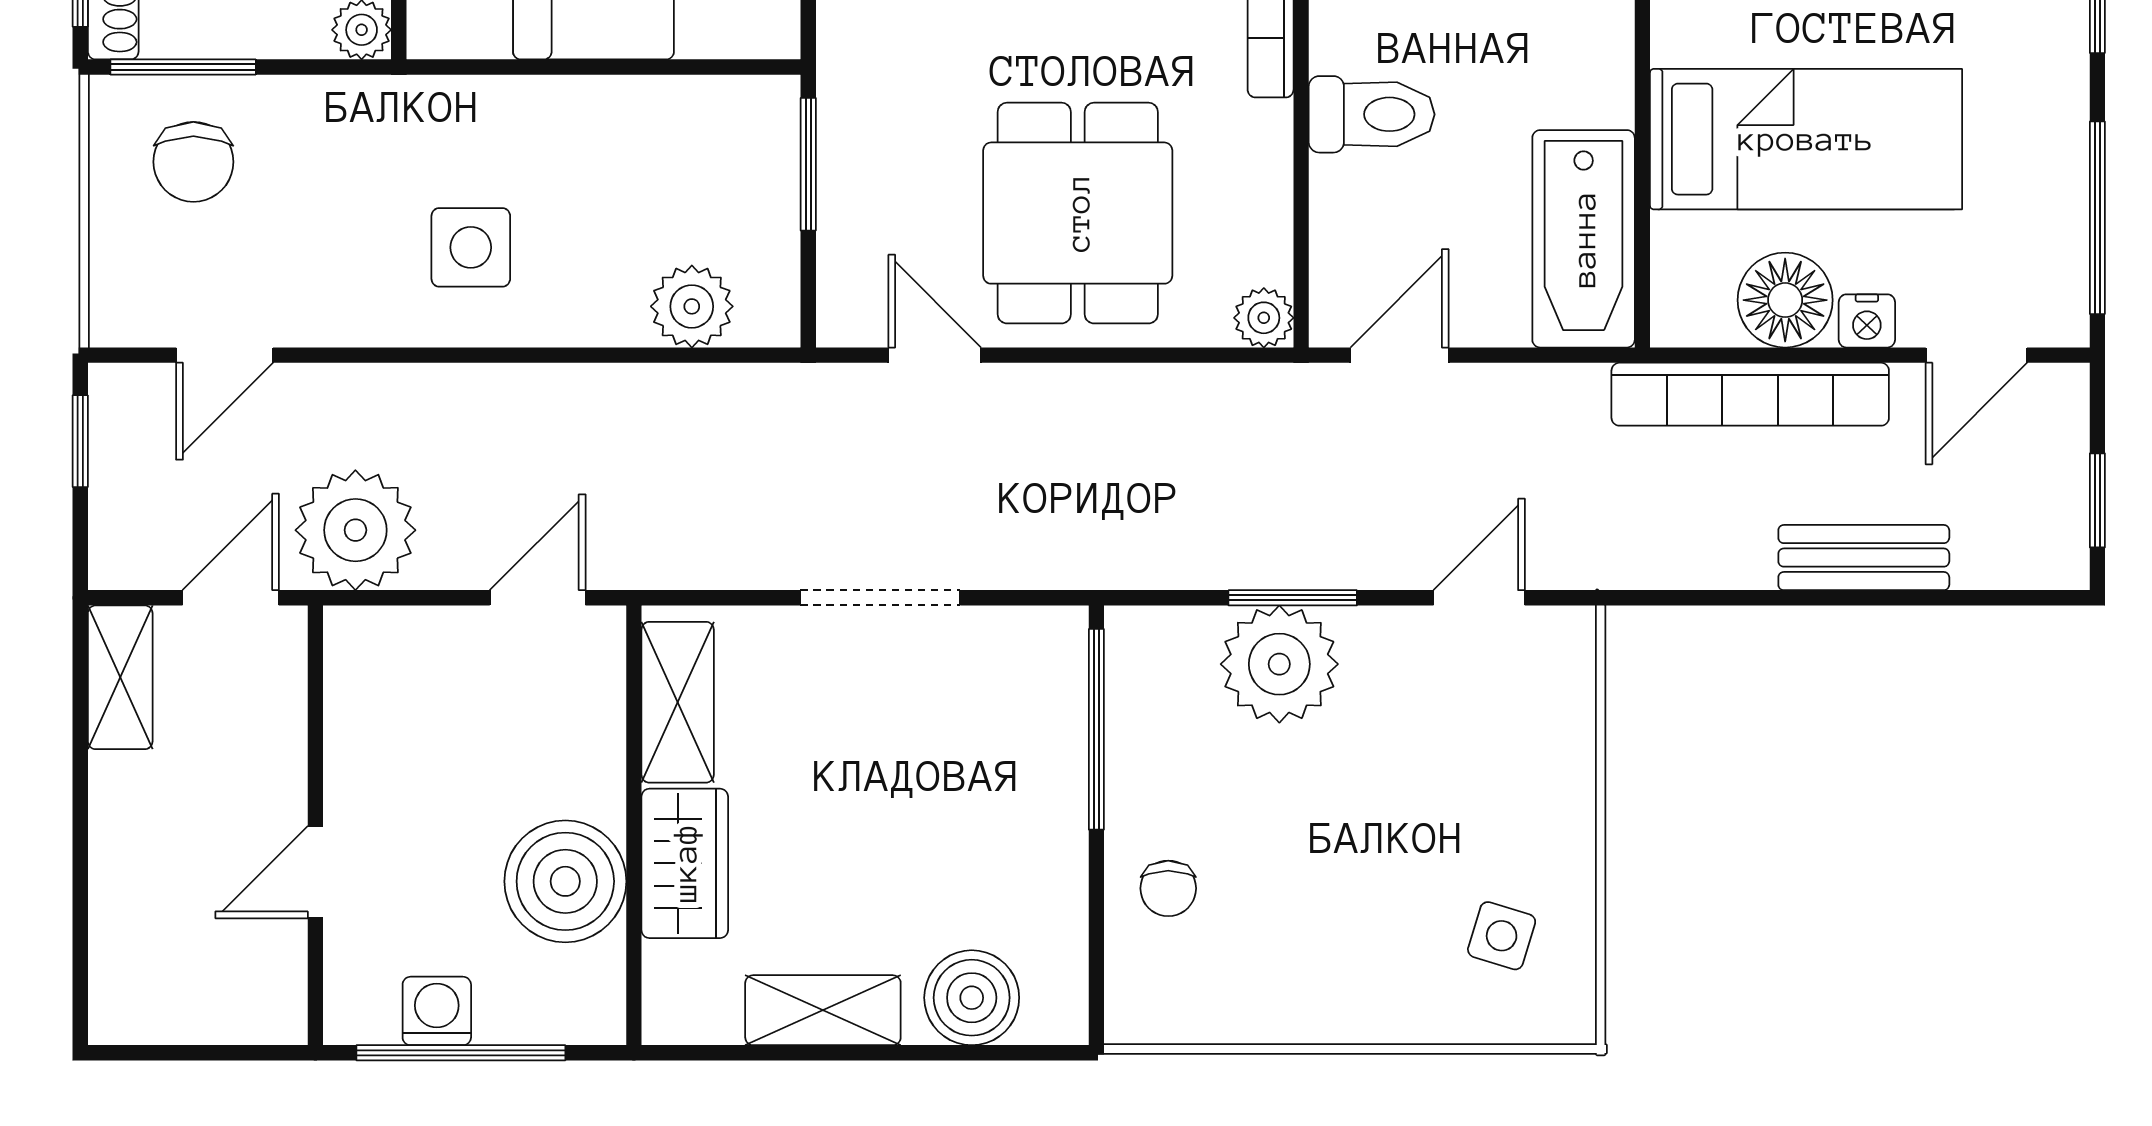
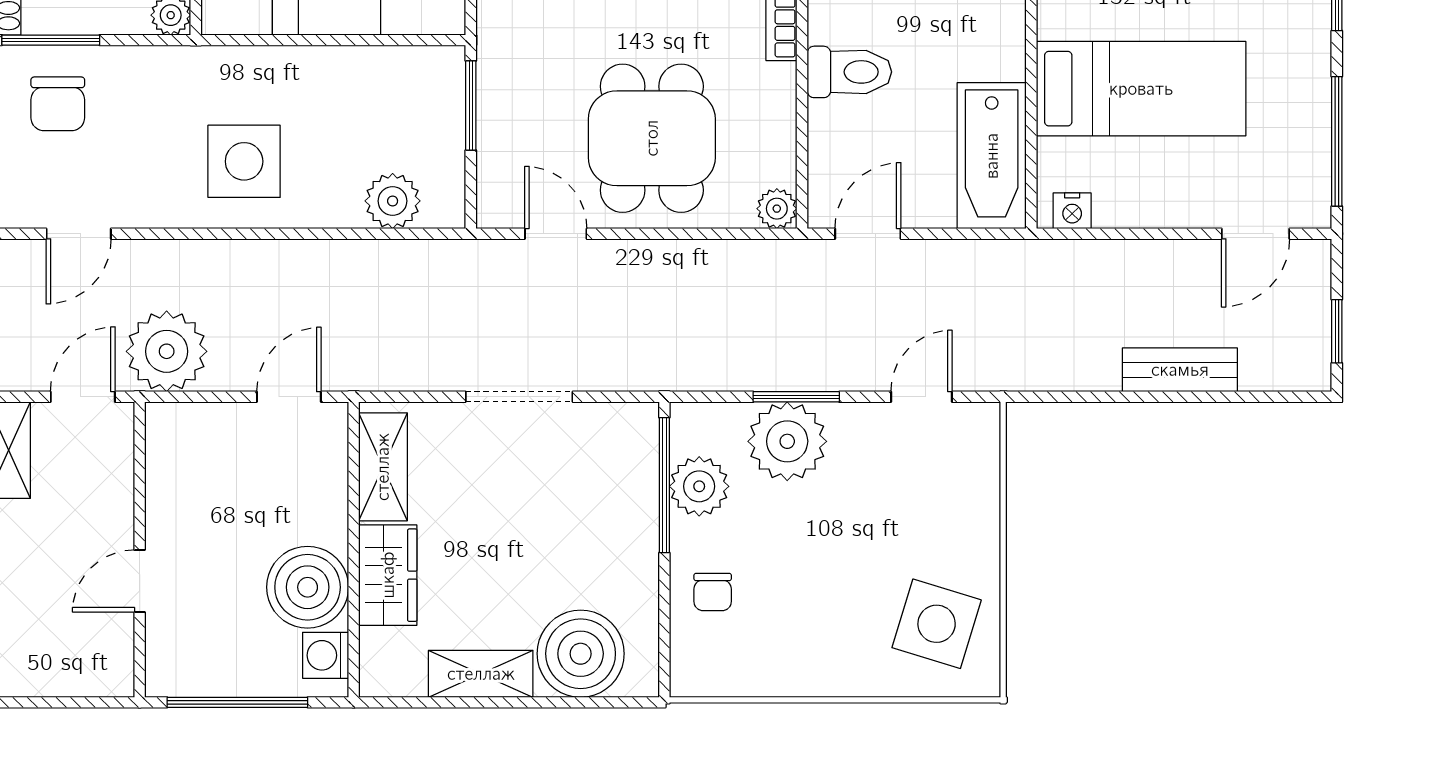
side table: (471, 247) -> (244, 161), width x1.37, depth x1.37
floor lamp: (1785, 300) -> (1127, 197), removed
nightstand: (1867, 321) -> (1072, 211), moved
bookcase: (1750, 394) -> (1104, 260), removed
plant: (1148, 731) -> (699, 486), added
side table: (1502, 936) -> (937, 624), width x1.87, depth x1.87
boiler: (972, 998) -> (581, 654), width x1.37, depth x1.37
washing machine: (437, 1011) -> (326, 655), moved, turned -90

